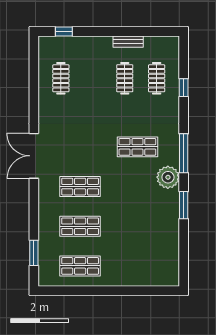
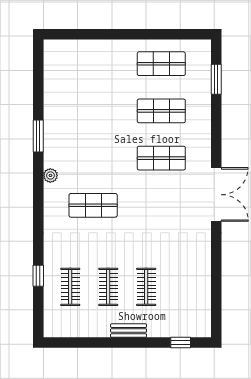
bench: (128, 42) -> (129, 331), moved
clothes rail: (61, 78) -> (146, 287), moved
window: (184, 153) -> (38, 198), removed
plant: (168, 177) -> (50, 175), width x0.53, depth x0.53

